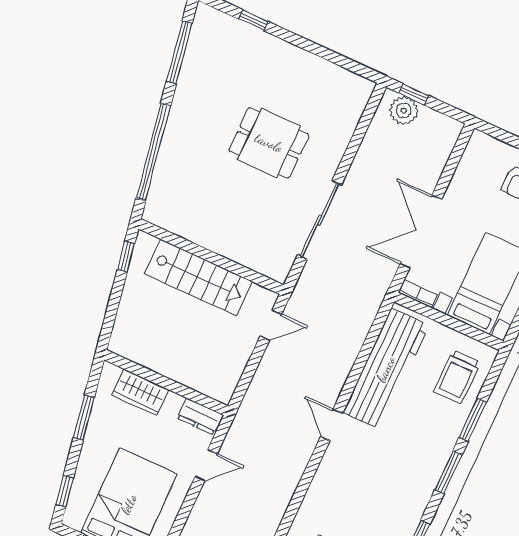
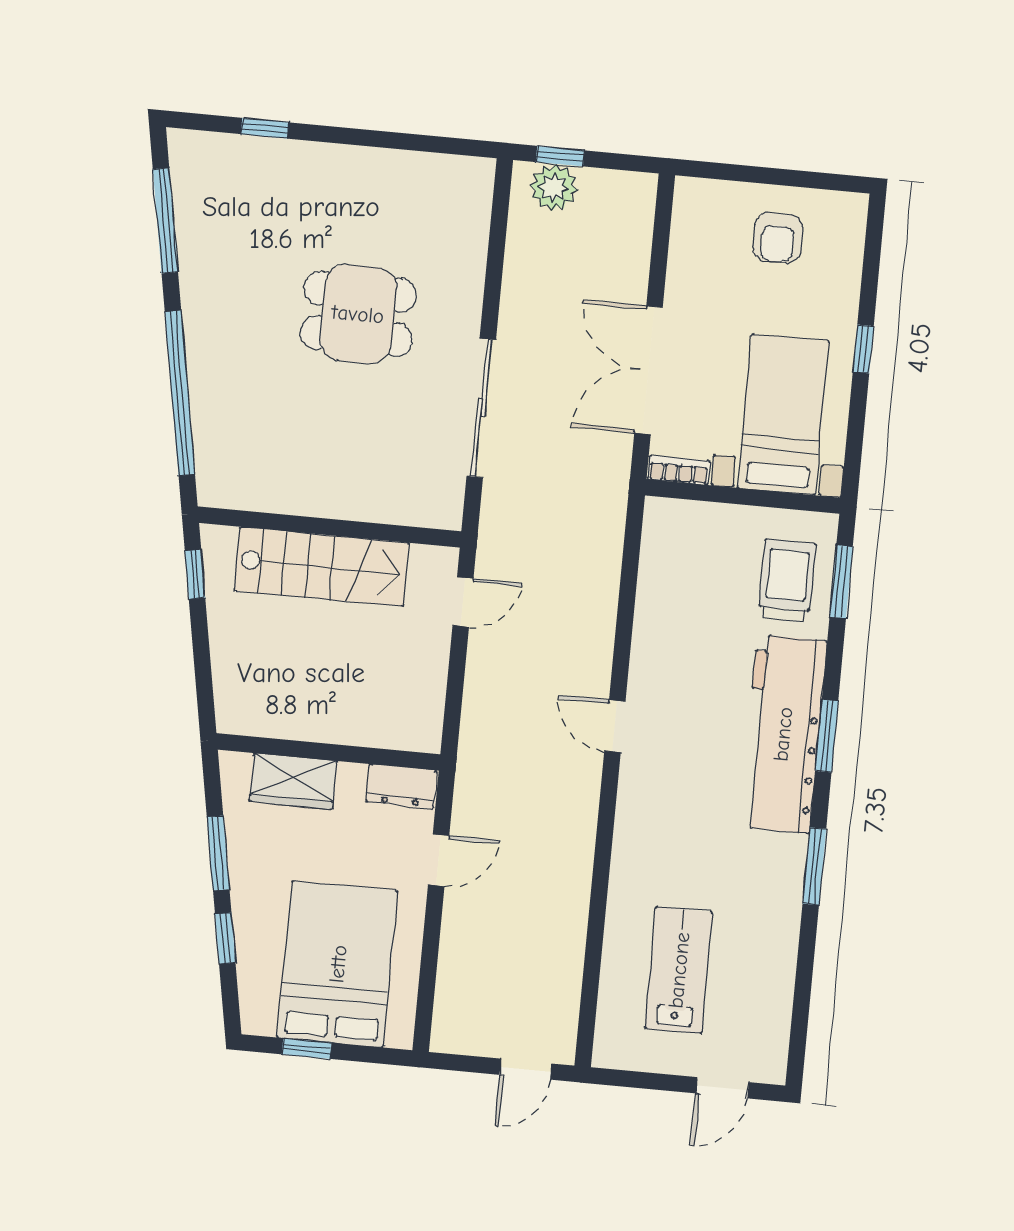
workbench: (386, 369) -> (783, 734), moved, turned 180
trolley: (457, 377) -> (787, 580), turned 180
window: (473, 420) -> (841, 582), moved
window: (65, 491) -> (225, 938), moved

